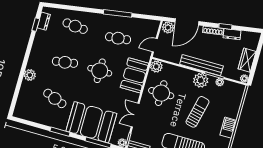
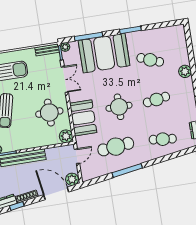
door: (187, 22) -> (56, 193), hinge flipped
cafe table: (118, 38) -> (116, 147), width x1.37, depth x1.35
plant: (201, 80) -> (17, 143), removed

